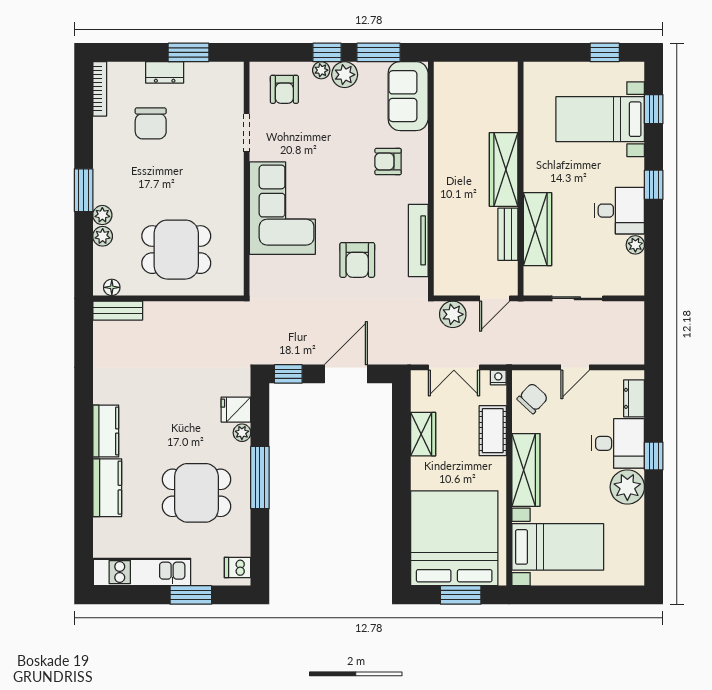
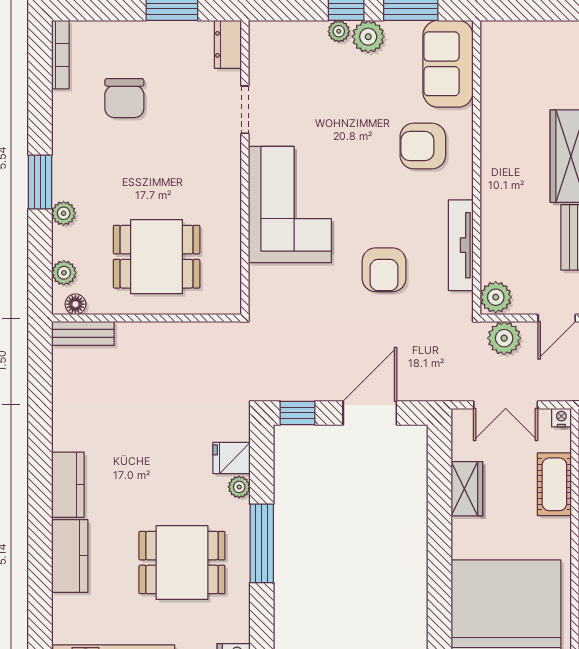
dresser: (165, 72) -> (228, 44), moved, turned 90
armchair: (284, 89) -> (292, 55), removed
armchair: (388, 162) -> (423, 146), width x1.38, depth x1.38
plant: (103, 236) -> (64, 273), moved
plant: (446, 282) -> (496, 297), added

